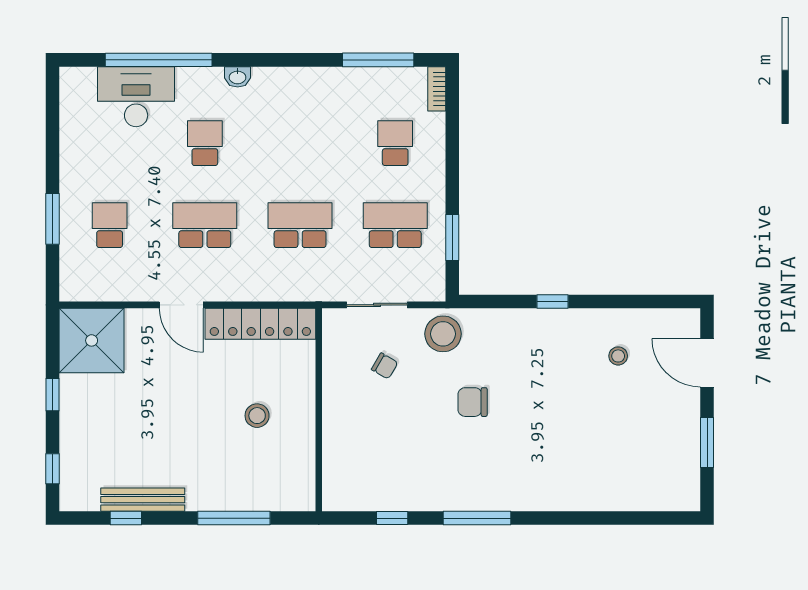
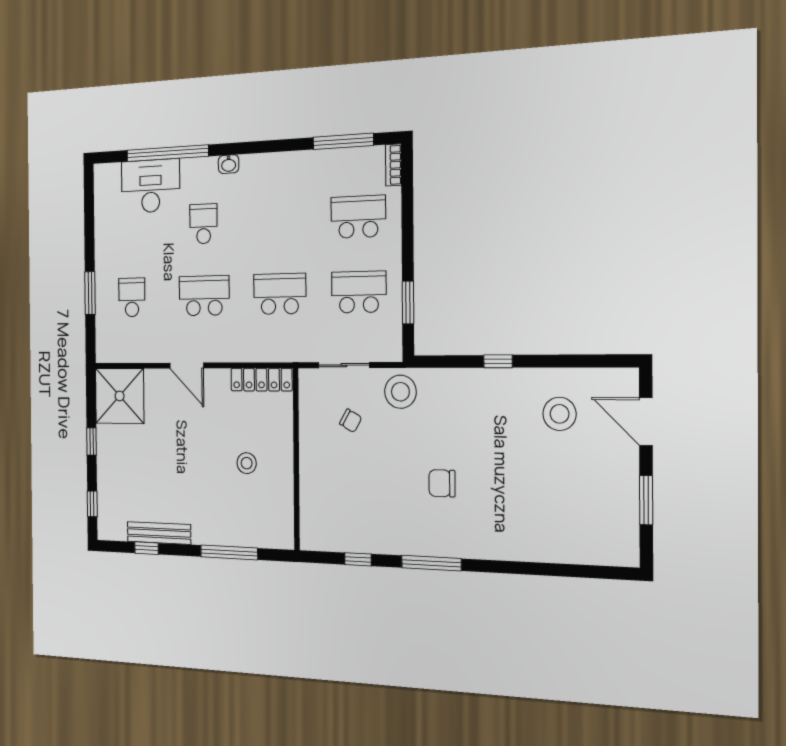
school desk: (395, 143) -> (358, 217), width x1.85
locker: (260, 324) -> (261, 380), width x0.71, depth x0.83
stool: (618, 356) -> (560, 414), width x1.89, depth x1.89
chair: (473, 402) -> (442, 483), moved

